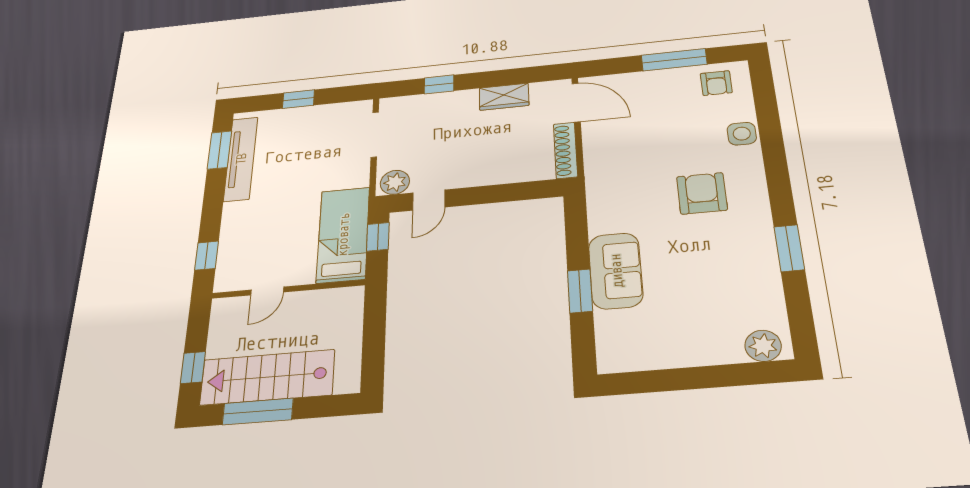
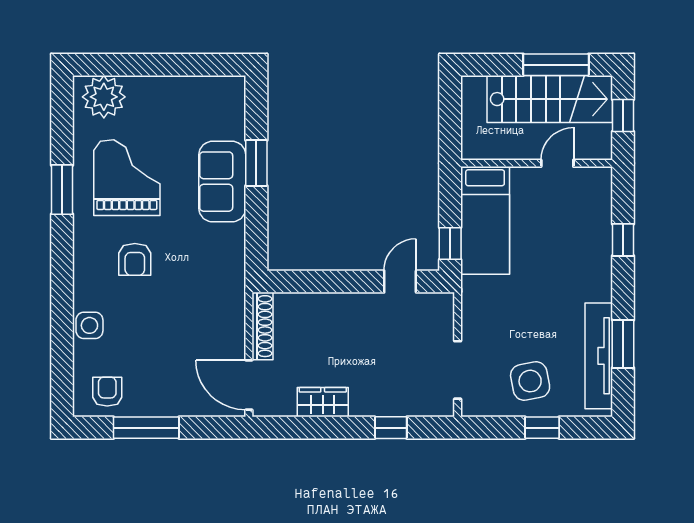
side table: (307, 133) -> (530, 381), added
window: (219, 150) -> (623, 344), moved
plant: (395, 182) -> (435, 307), removed
armchair: (702, 193) -> (135, 259), width x0.72, depth x0.72
bed: (343, 235) -> (485, 220), moved
grand piano: (720, 265) -> (127, 178), added
wall: (288, 289) -> (537, 163), moved
door: (267, 291) -> (557, 163), moved
plant: (763, 346) -> (104, 97), width x1.36, depth x1.36

